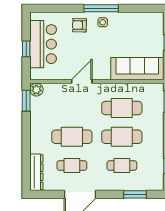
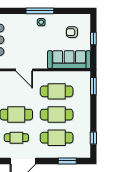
armchair: (79, 25) -> (72, 32), moved
door: (82, 81) -> (24, 70), swing flipped
cafe table: (122, 166) -> (57, 138), width x1.37, depth x1.35

